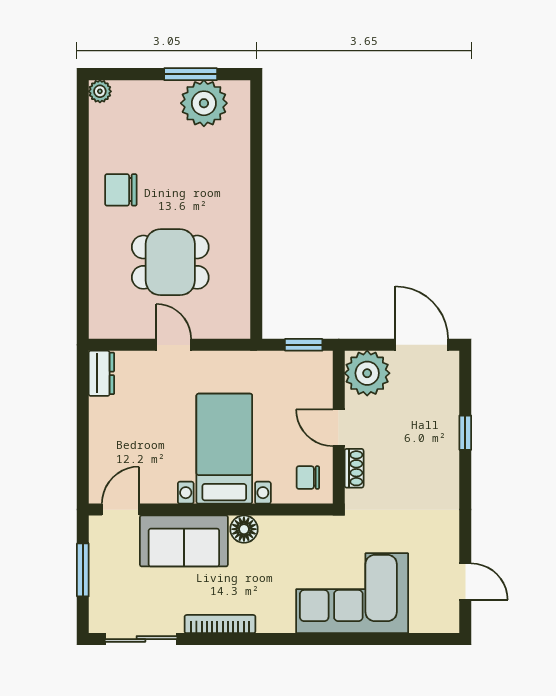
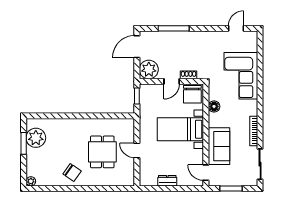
chair: (121, 190) -> (72, 173), turned -55
door: (174, 345) -> (137, 150), hinge flipped
dresser: (101, 373) -> (167, 181), moved
window: (465, 433) -> (174, 28), width x2.17
chair: (308, 478) -> (192, 94), width x1.87, depth x1.87
floor lamp: (244, 529) -> (214, 106), moved

